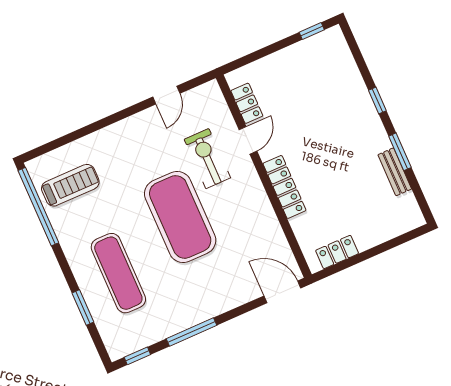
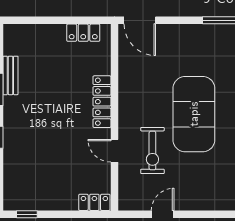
locker: (247, 103) -> (94, 202), moved, turned 90
door: (248, 140) -> (114, 151), hinge flipped

